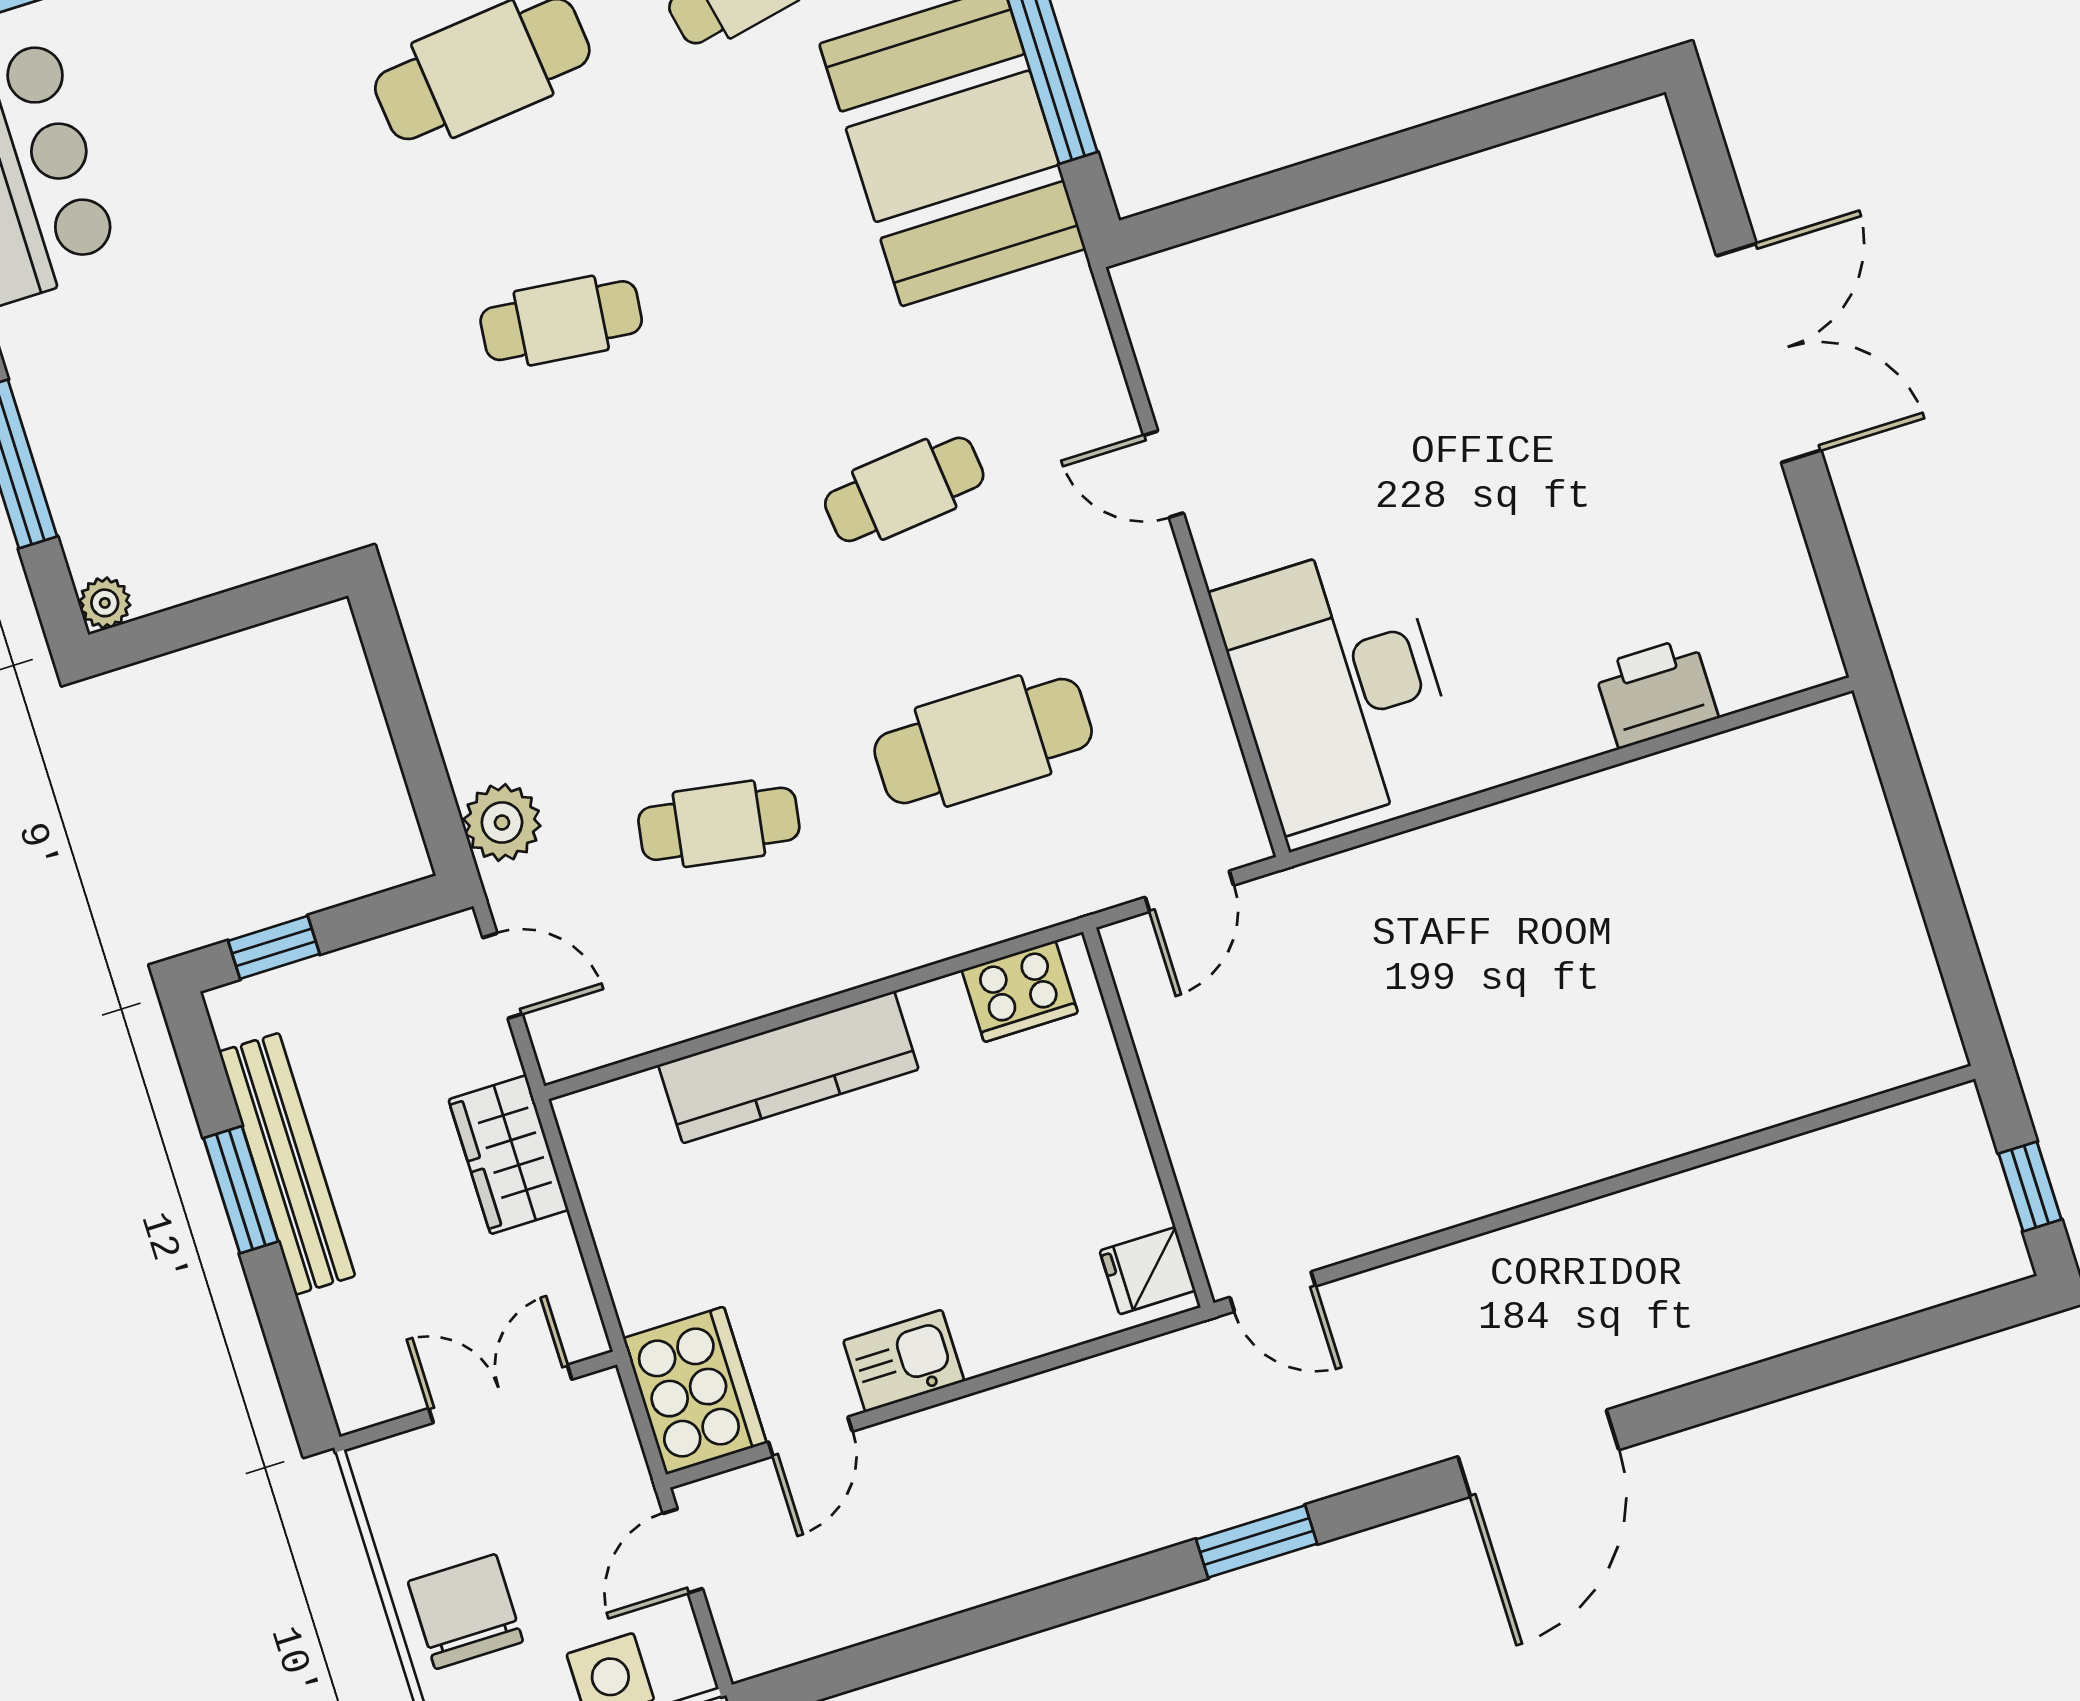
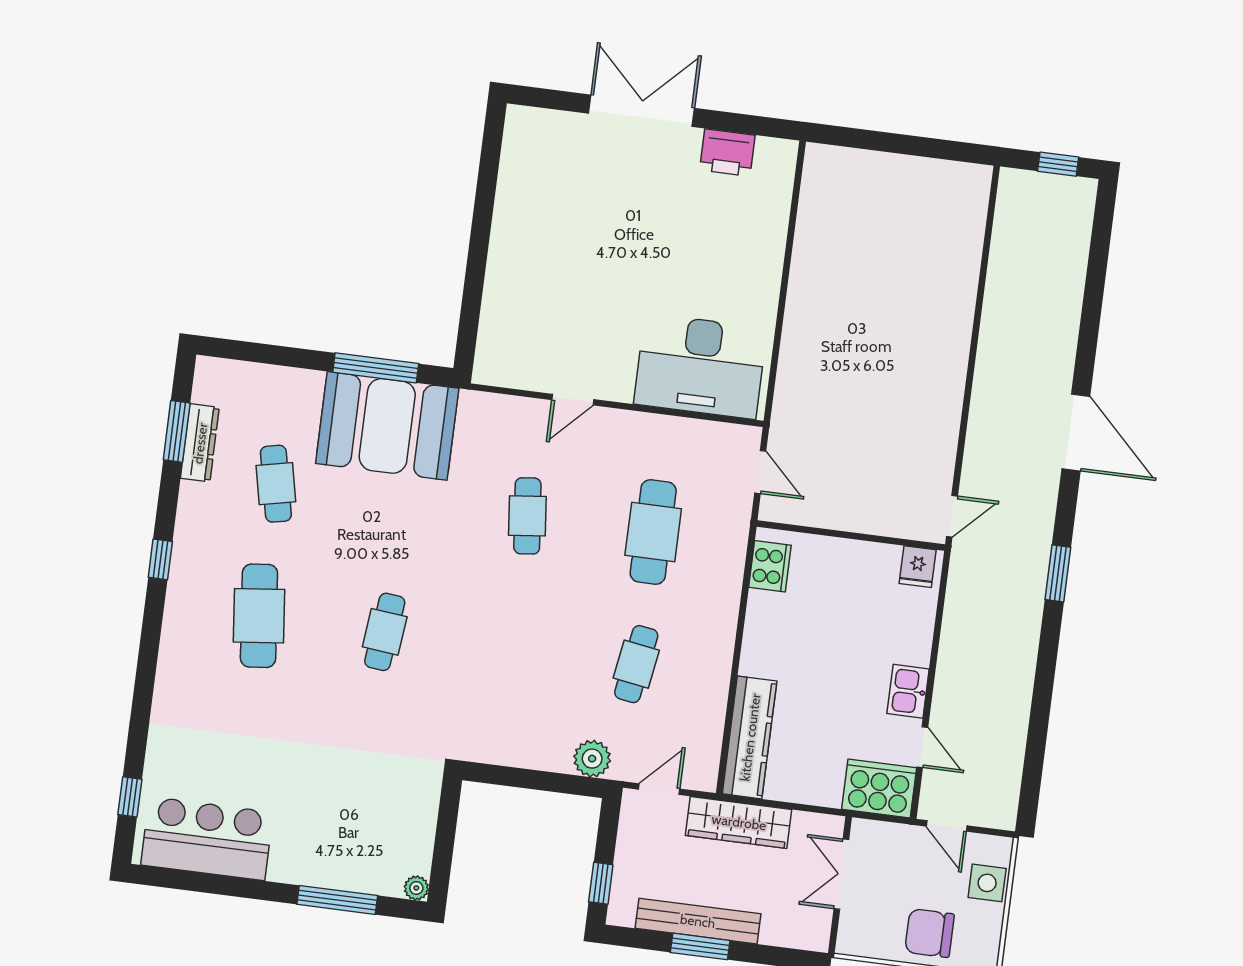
printer: (1656, 692) -> (727, 153), moved, turned -90
kitchen counter: (788, 1067) -> (750, 737), moved
wardrobe: (509, 1155) -> (739, 822), width x1.50

